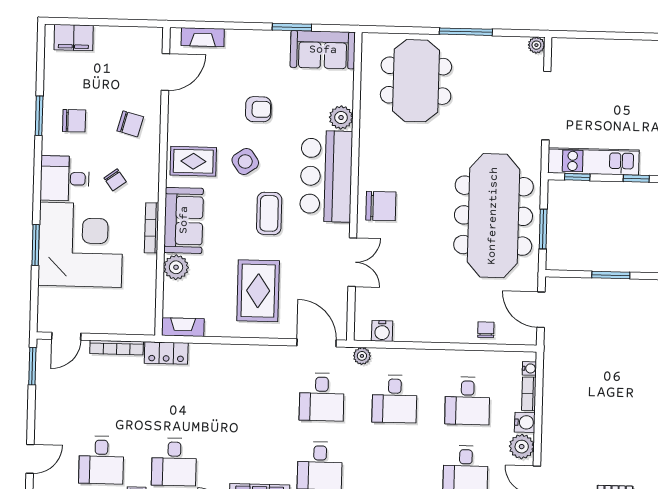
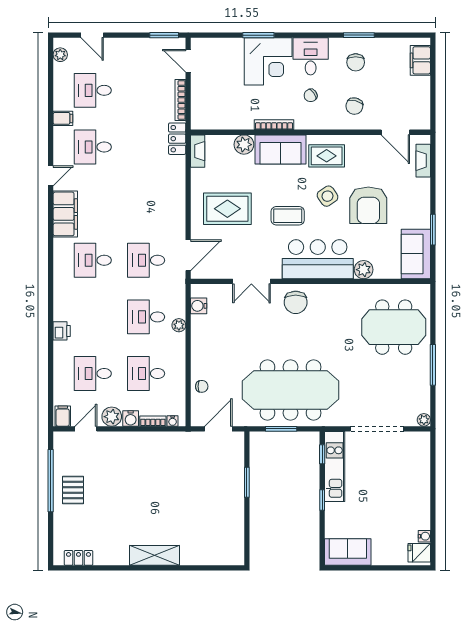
armchair: (258, 109) -> (368, 205), width x1.88, depth x1.88
rug: (193, 161) -> (327, 156), turned 90
corner desk: (81, 245) -> (268, 61), width x0.74, depth x0.74
plant: (362, 356) -> (179, 325), moved

